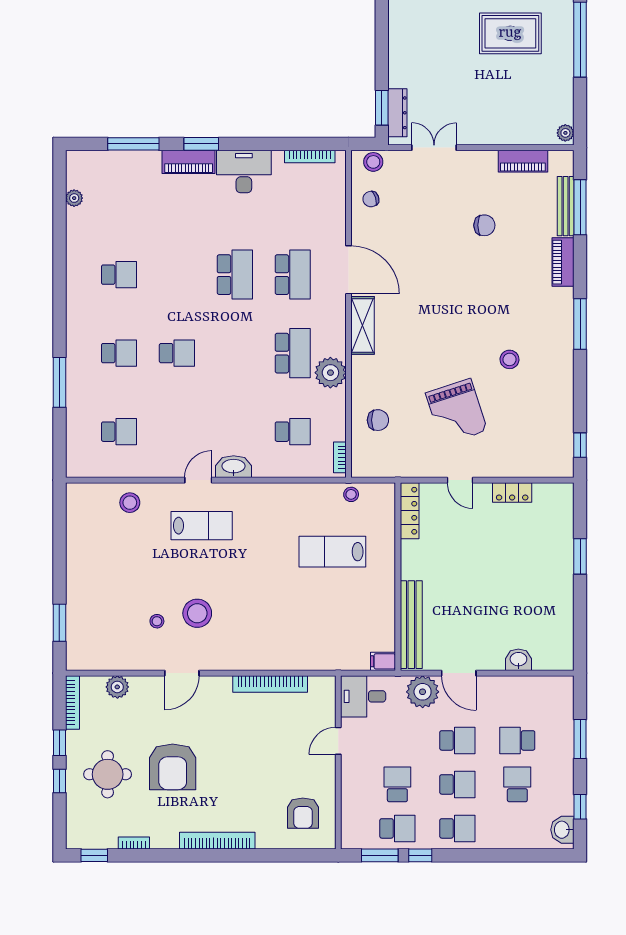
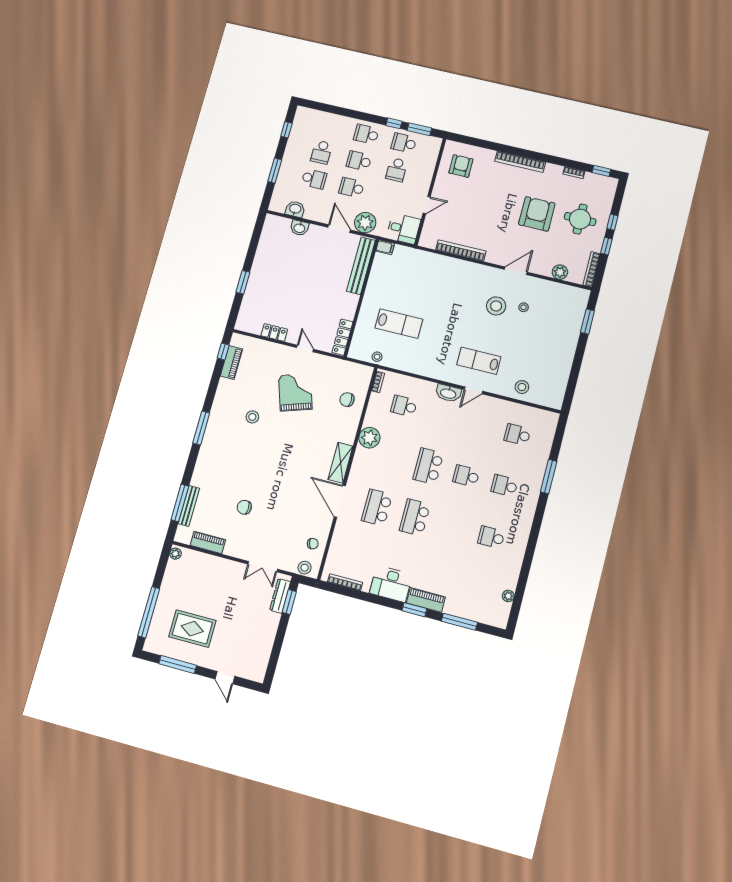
piano: (563, 262) -> (231, 363), moved
school desk: (293, 353) -> (428, 466), moved
washbasin: (562, 830) -> (295, 209), moved, turned -90

